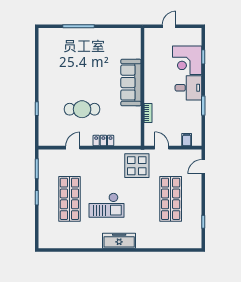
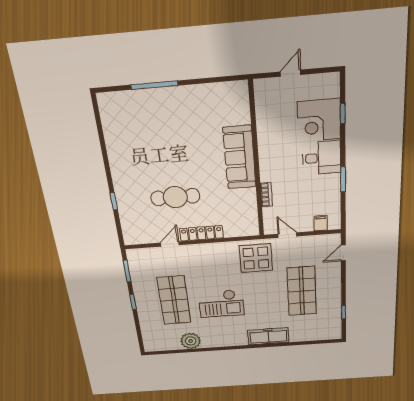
locker: (103, 141) -> (201, 233), width x1.53
plant: (78, 240) -> (191, 341), added
freezer: (119, 241) -> (268, 336), moved

